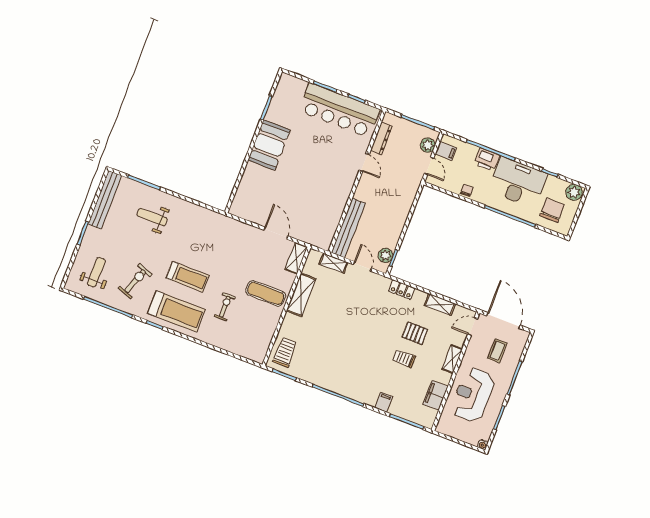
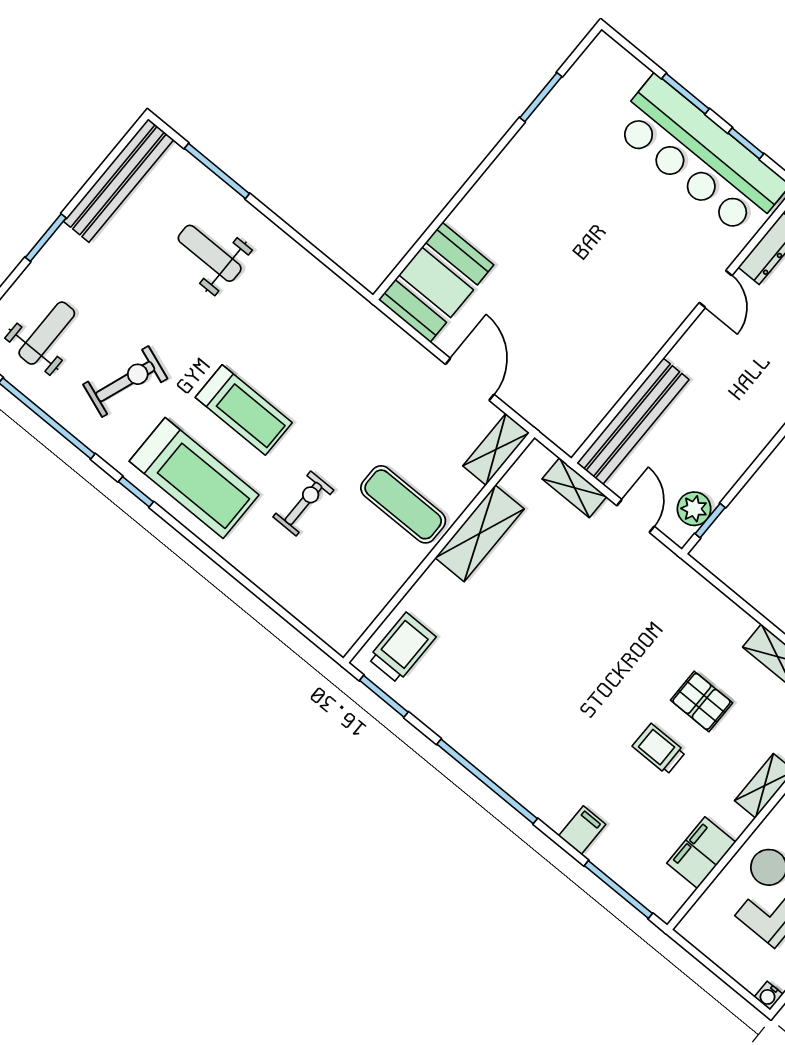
booth: (269, 145) -> (436, 282), moved
locker: (402, 290) -> (705, 596), removed

